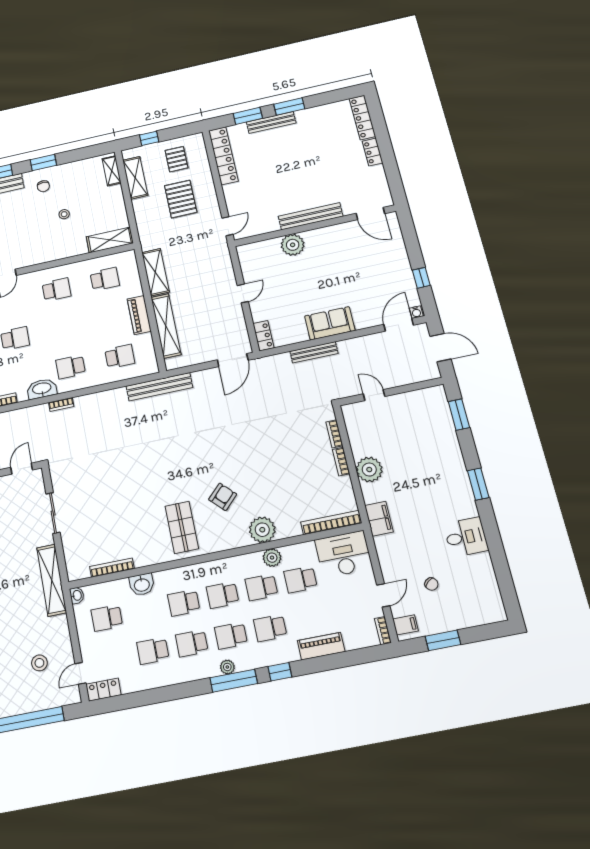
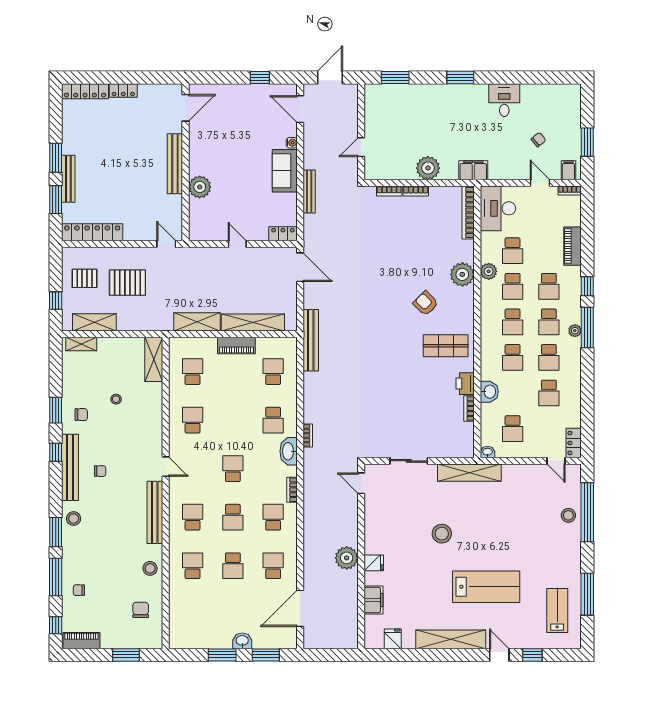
water cooler: (416, 312) -> (292, 143), moved
printer: (145, 556) -> (465, 384), added
bookcase: (112, 568) -> (469, 409), width x0.64
stool: (39, 663) -> (568, 515), moved

